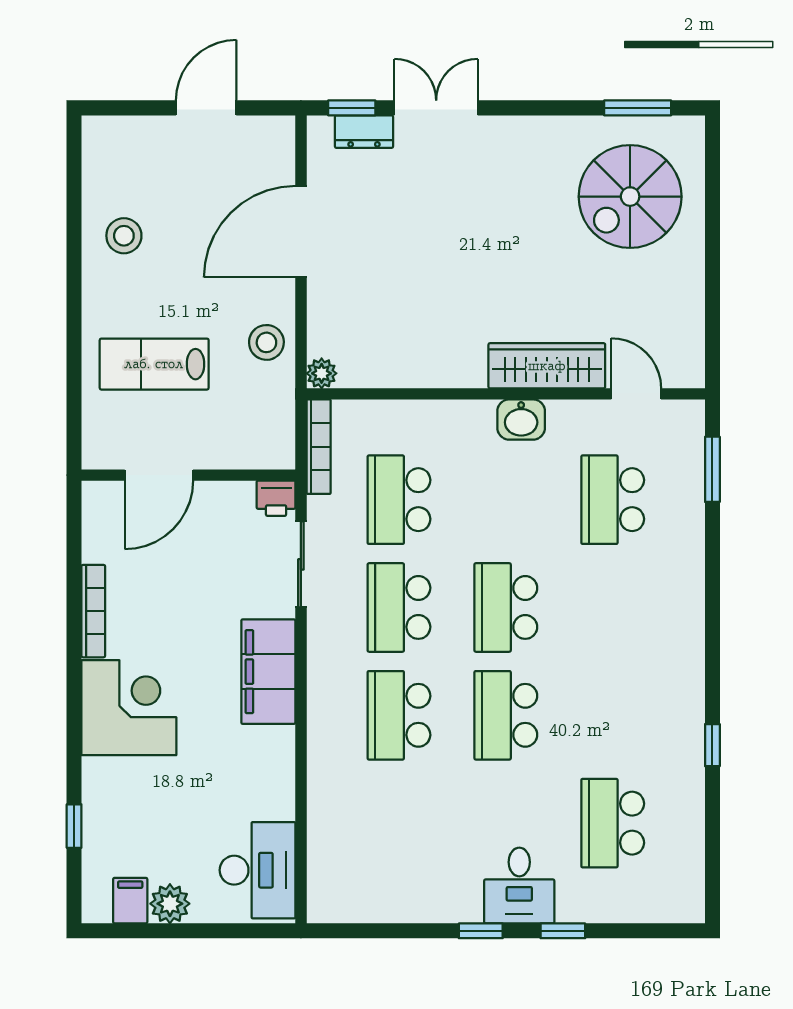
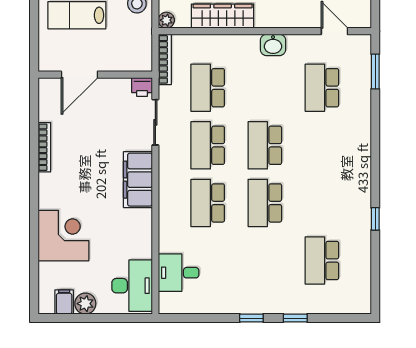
wardrobe: (547, 366) -> (223, 16), moved
corner desk: (129, 708) -> (63, 236), moved
window: (74, 826) -> (34, 262), removed
desk: (519, 885) -> (179, 273), moved, turned 90

